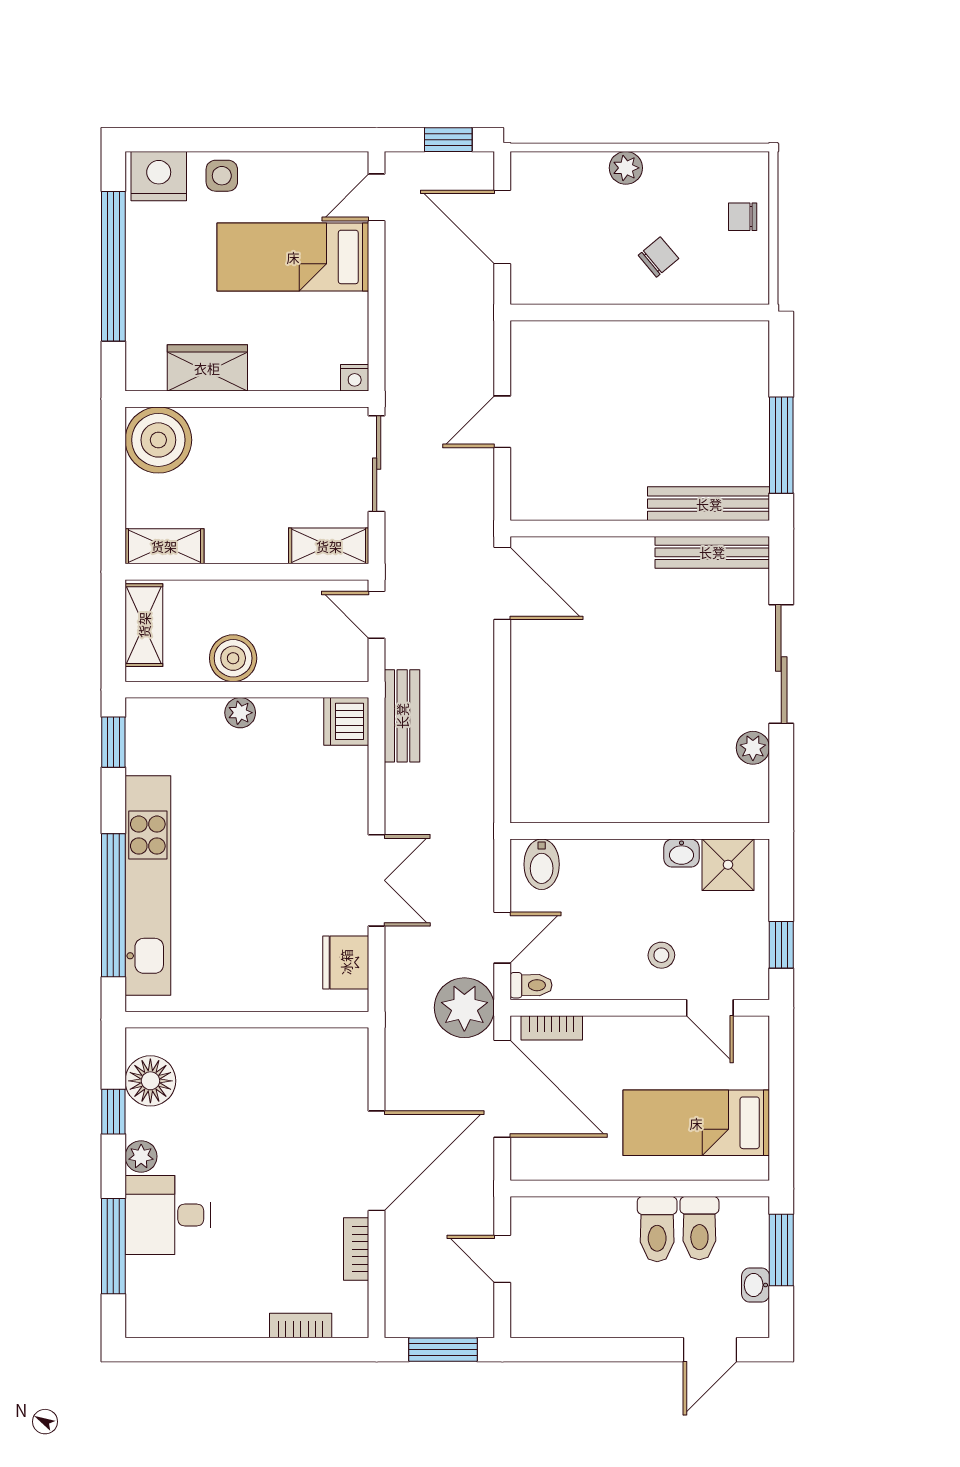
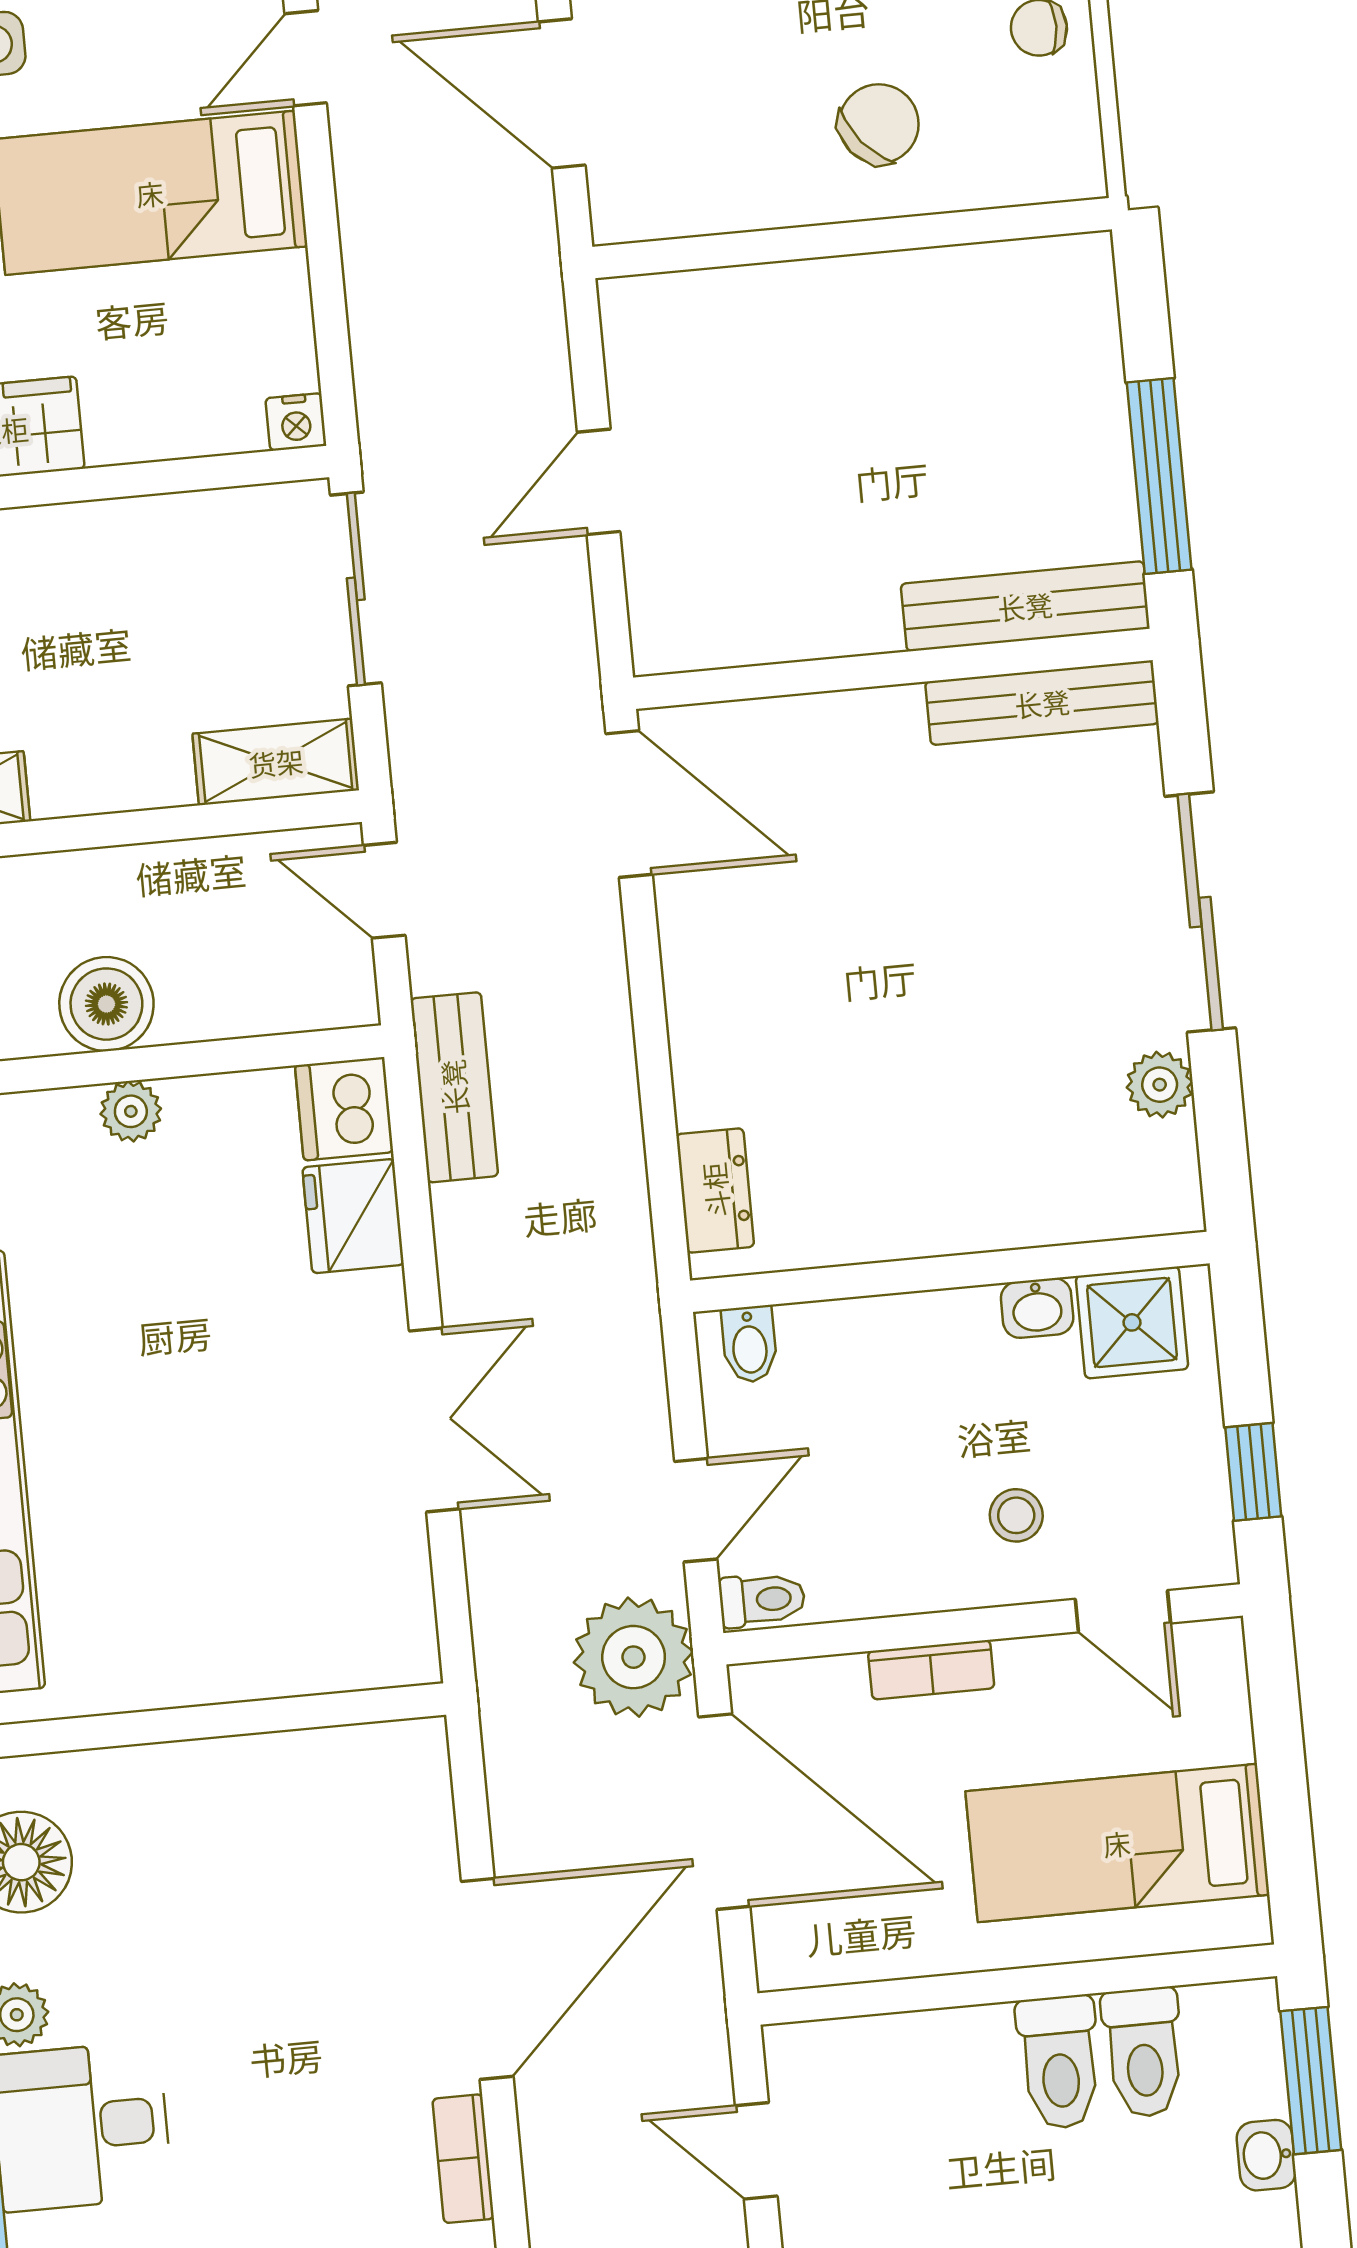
chair: (658, 257) -> (879, 124), width x1.37, depth x1.37
dresser: (527, 780) -> (715, 1190), added
bidet: (542, 864) -> (749, 1344), width x0.72, depth x0.74
fridge: (346, 962) -> (353, 1216), moved
bookcase: (552, 1028) -> (931, 1670), moved

